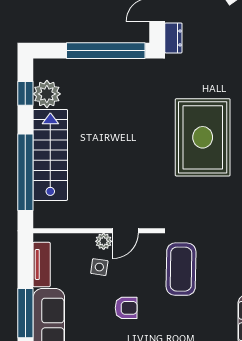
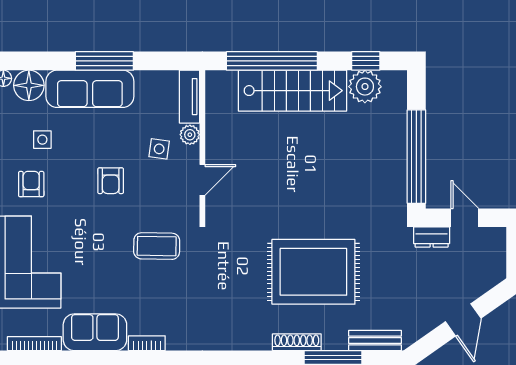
door: (125, 231) -> (202, 180), swing flipped
plant: (104, 241) -> (190, 135), moved
tv unit: (42, 265) -> (189, 97), moved, turned 90
coffee table: (181, 269) -> (157, 246), width x0.73, depth x0.76

